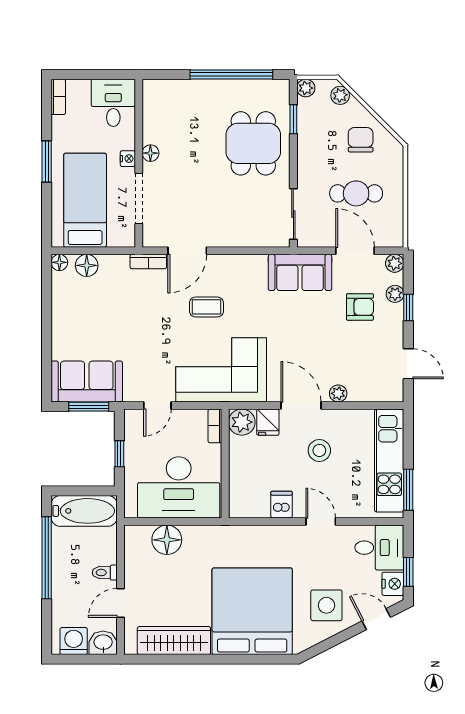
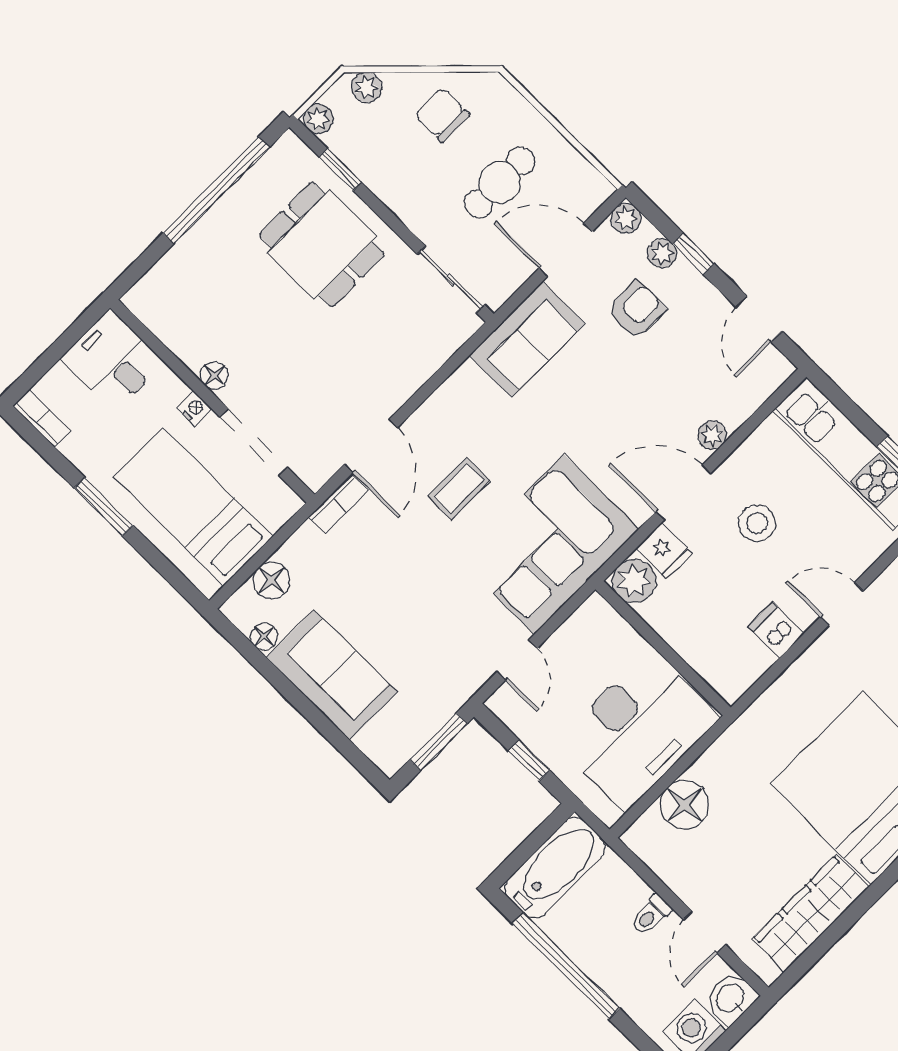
floor lamp: (59, 262) -> (264, 636), moved
door: (408, 364) -> (759, 319), swing flipped
sofa: (87, 382) -> (332, 675), moved, turned 90
bookcase: (215, 426) -> (607, 617), removed

